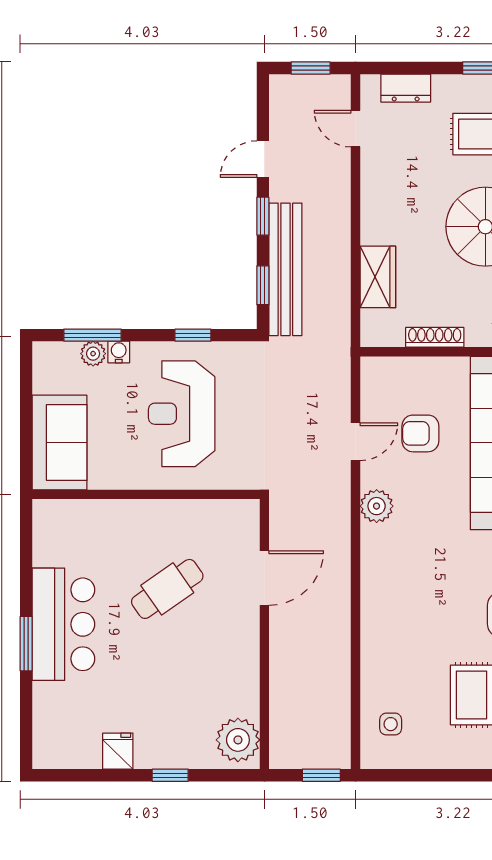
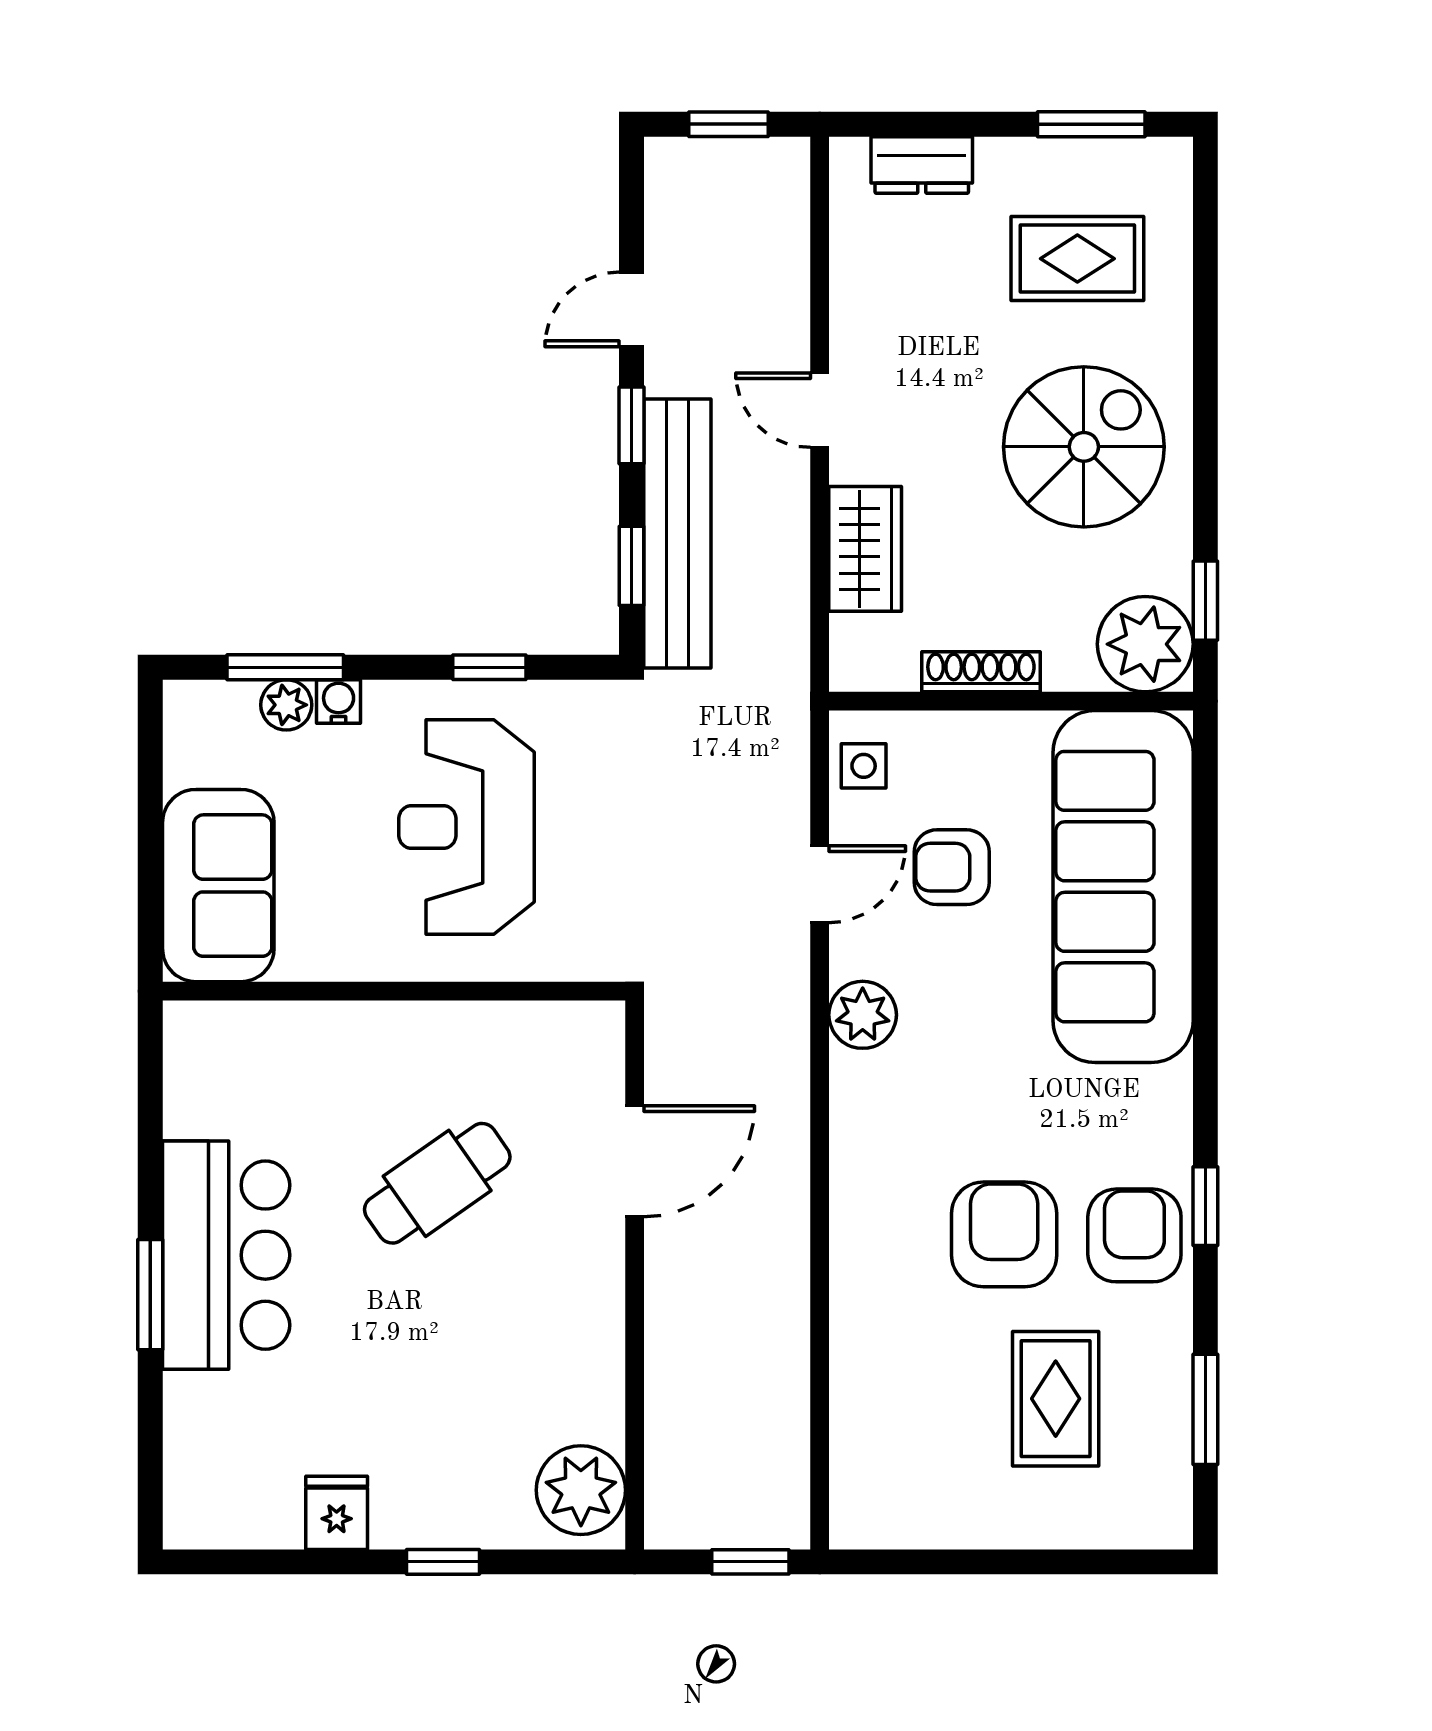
door: (355, 129) -> (820, 410), moved
armchair: (446, 614) -> (1004, 1234), added
side table: (391, 724) -> (864, 766), moved

